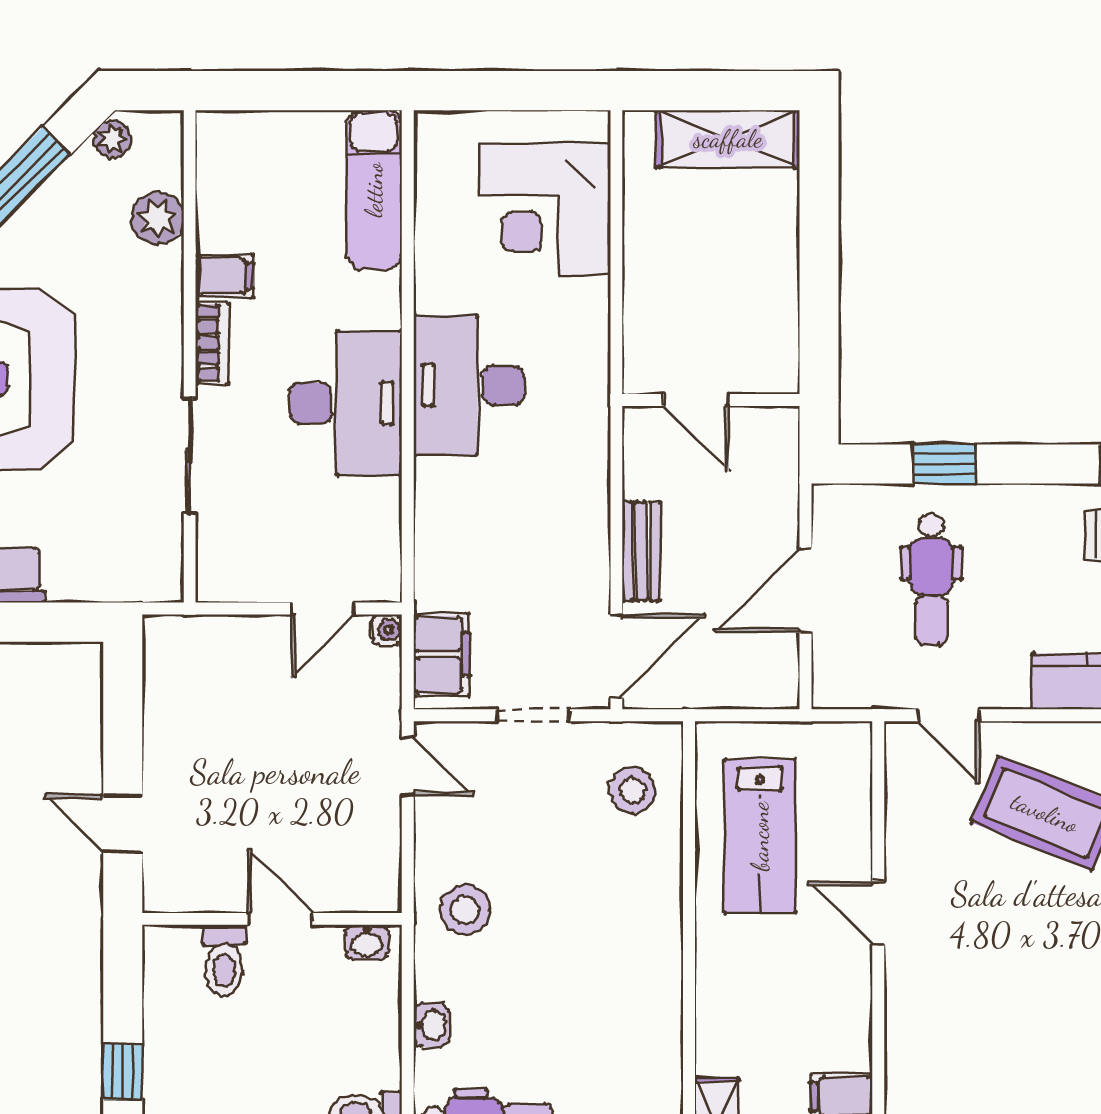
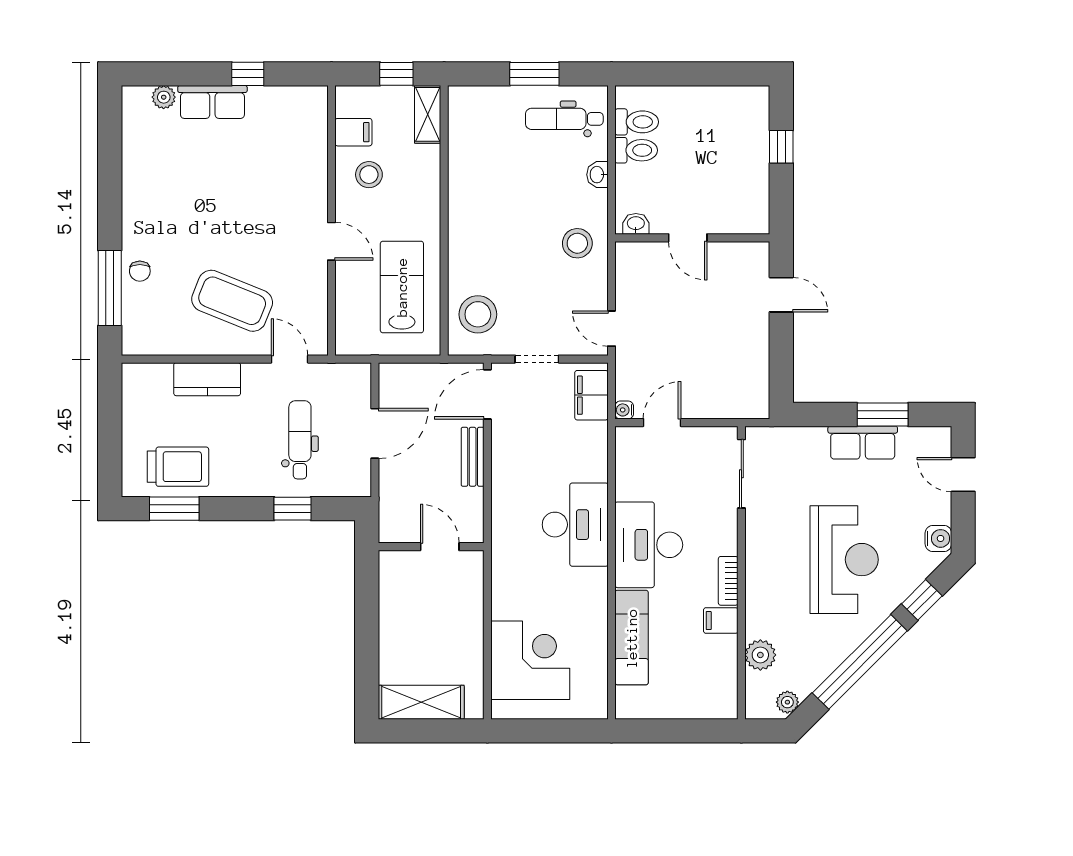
exam couch: (374, 190) -> (632, 638), moved
desk: (469, 385) -> (575, 525), moved
sliding door: (190, 456) -> (741, 474), moved
stool: (632, 790) -> (478, 314), width x1.38, depth x1.38
toilet: (224, 960) -> (636, 150), moved, turned 90
stool: (815, 1025) -> (369, 175), added

